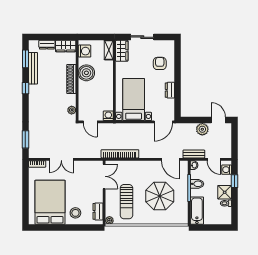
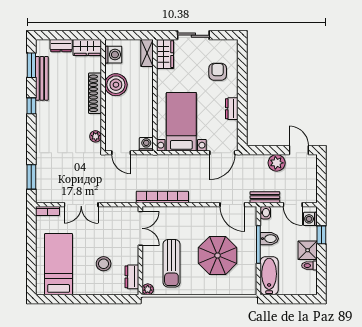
bed: (50, 202) -> (59, 264), width x0.67
stool: (75, 213) -> (104, 264), moved

